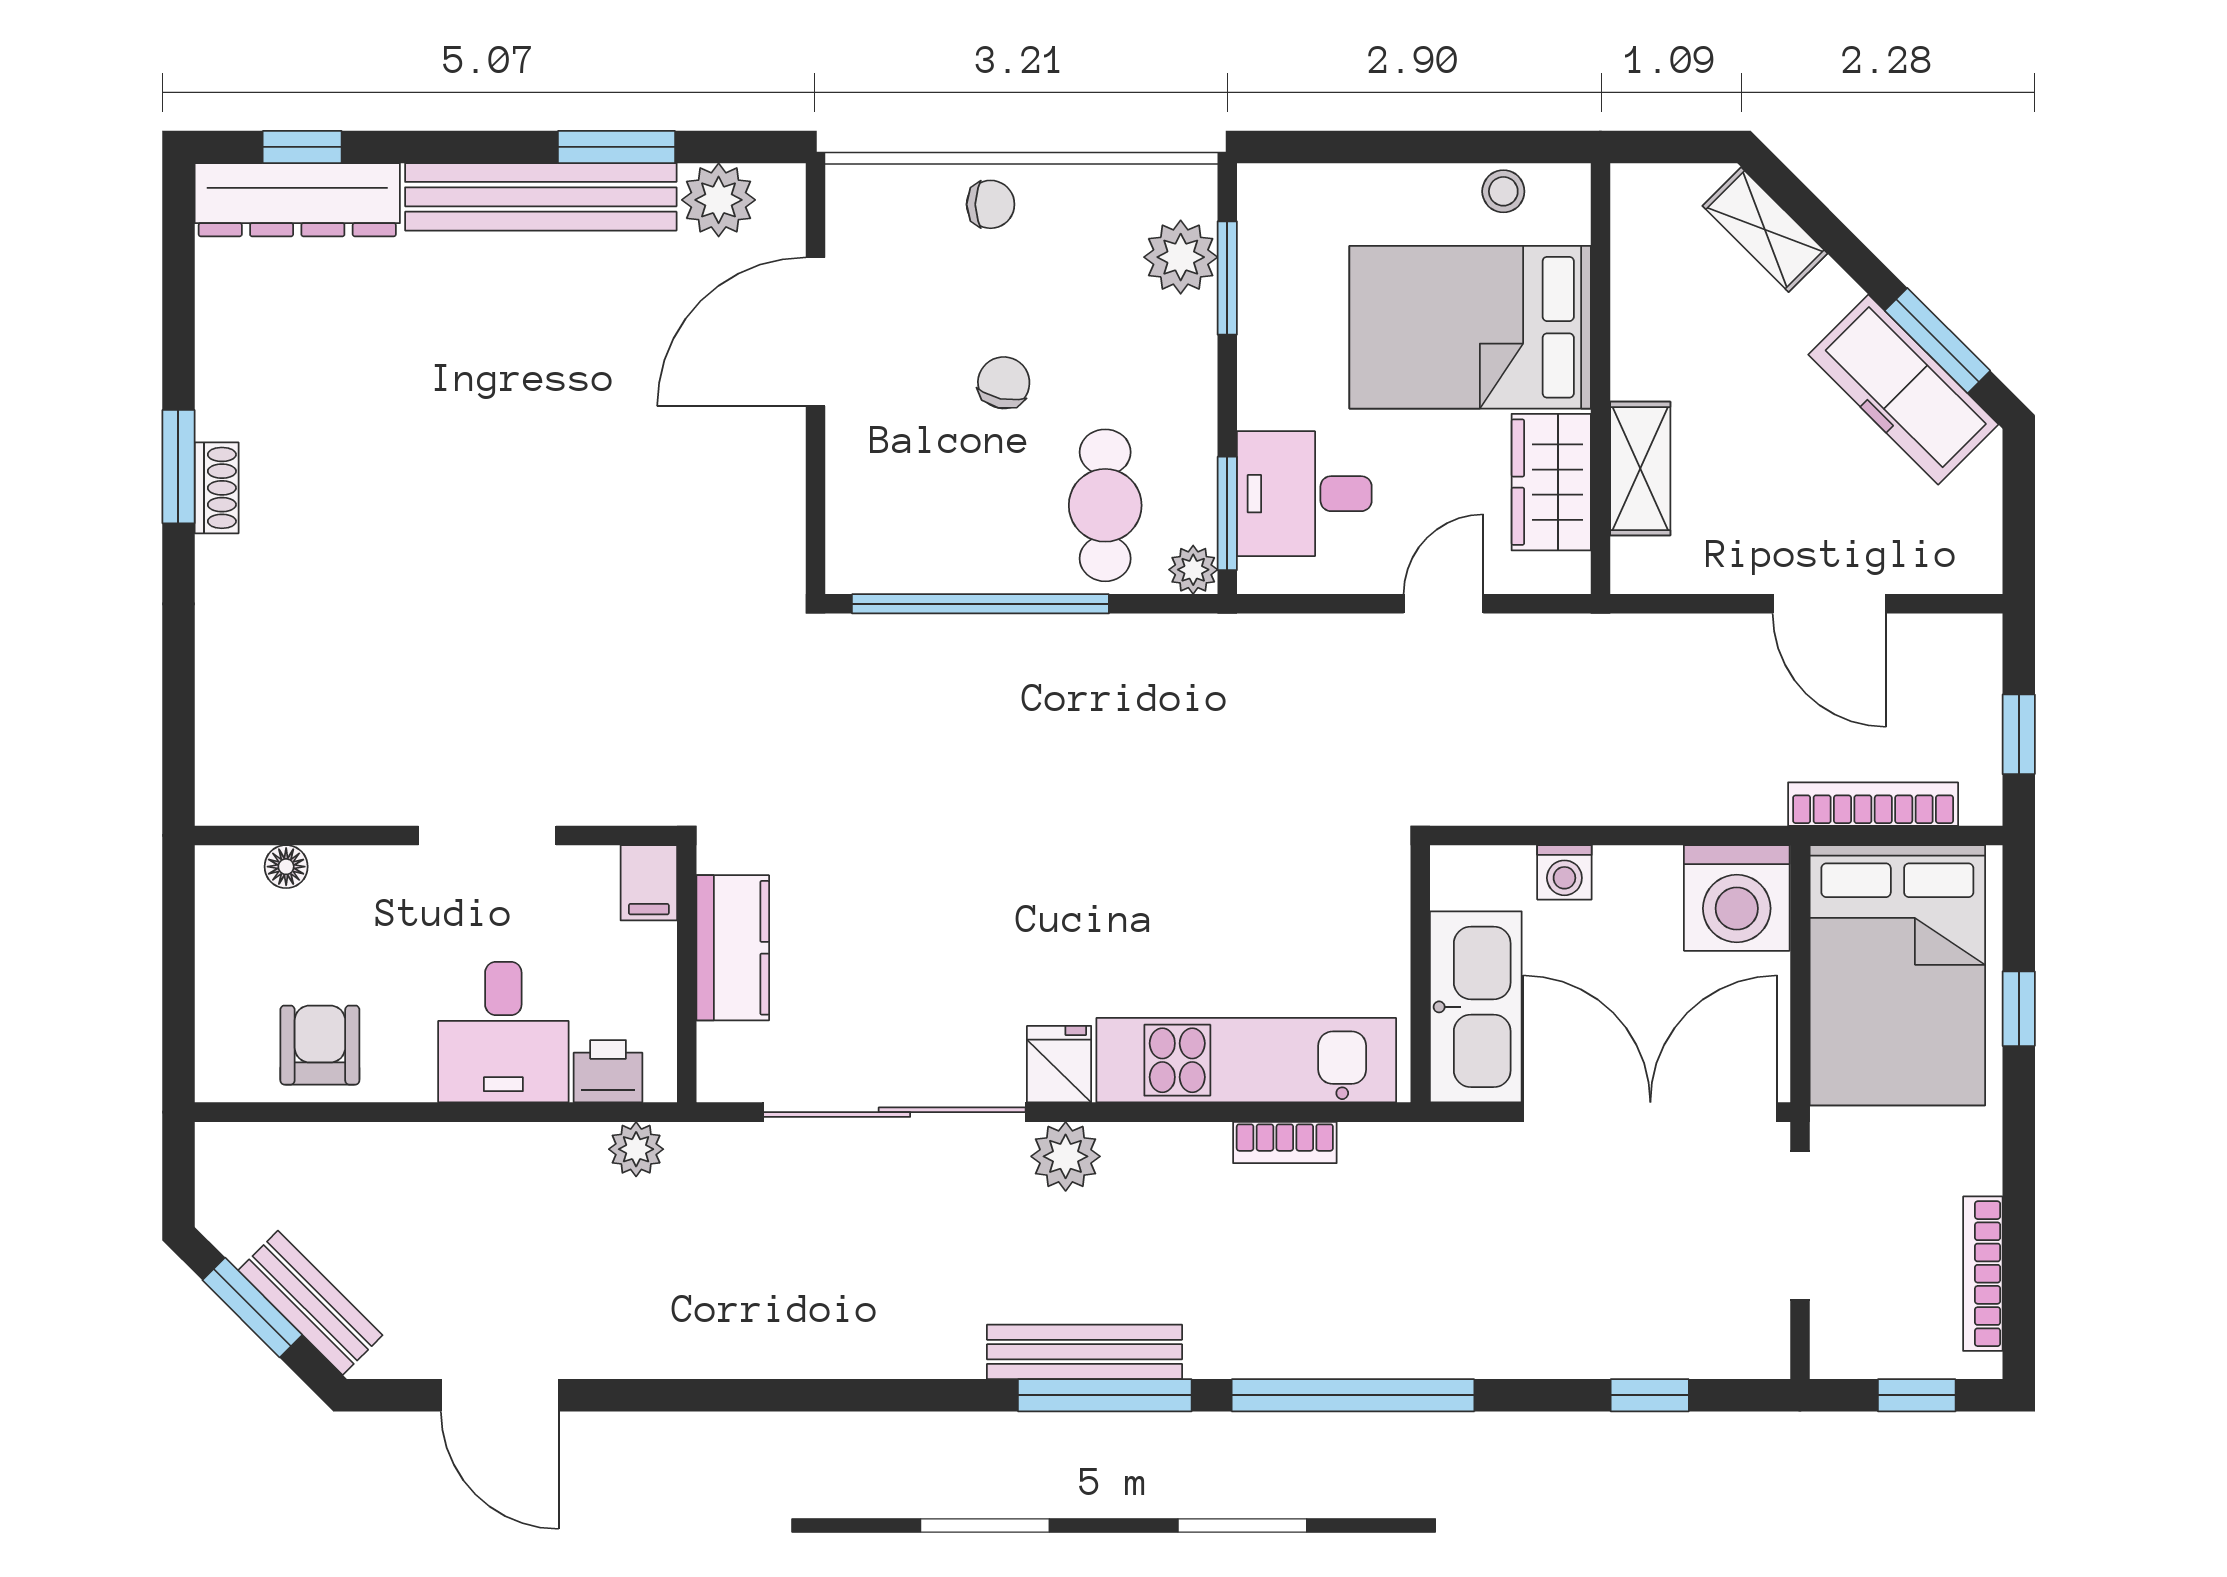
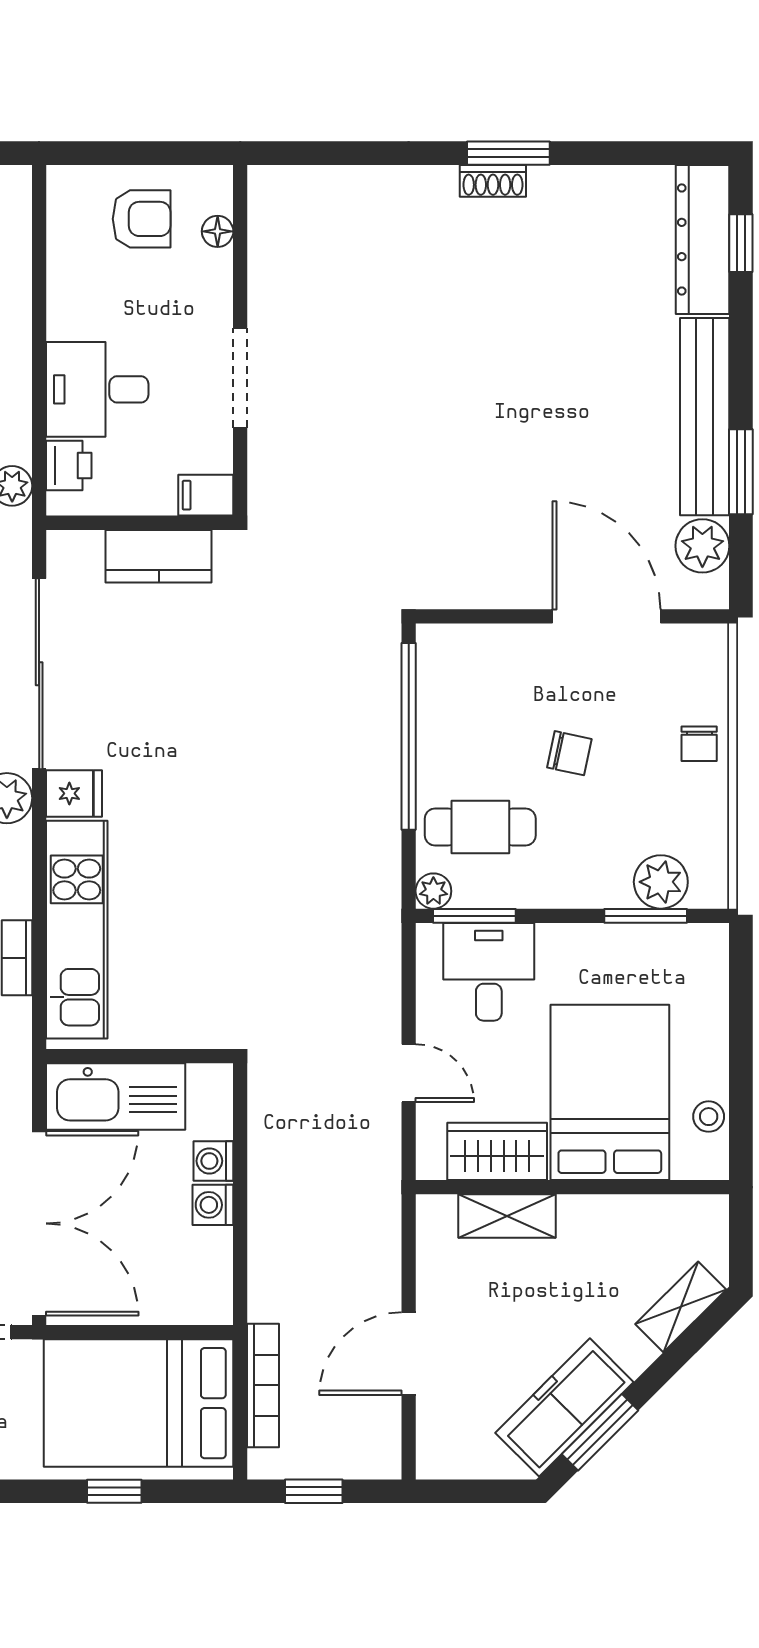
washing machine: (1737, 898) -> (213, 1205), moved, width x0.53, depth x0.53
armchair: (320, 1045) -> (142, 219), moved

